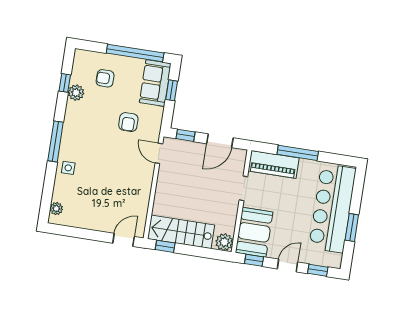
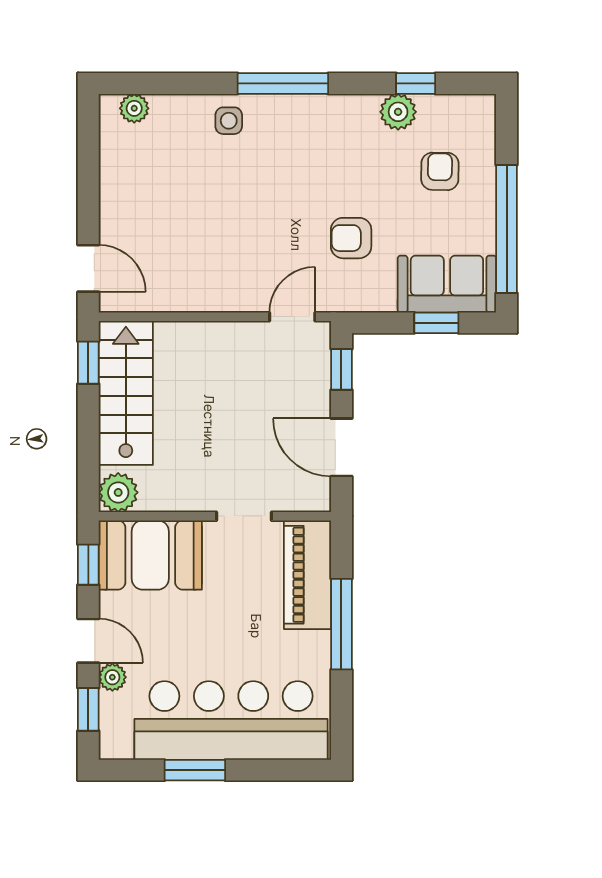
plant: (305, 257) -> (112, 677), added

